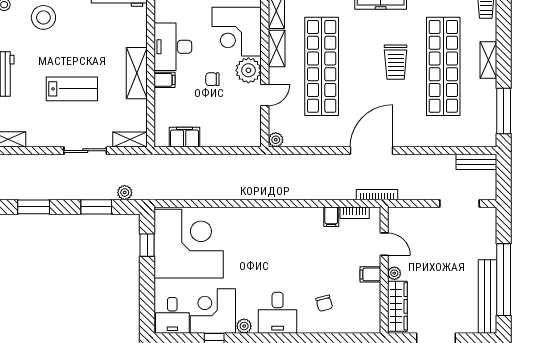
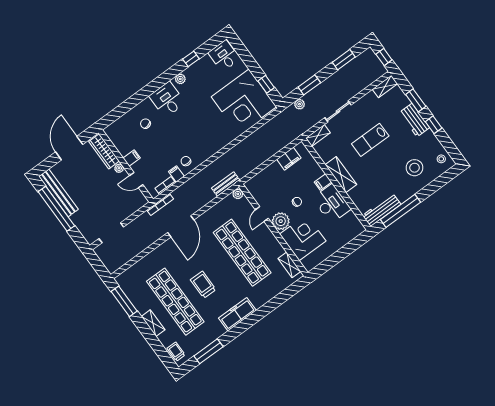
shelving: (277, 48) -> (274, 244), removed
bench: (476, 162) -> (226, 184), moved
chair: (309, 224) -> (186, 161), added
corner desk: (213, 311) -> (203, 75), removed

